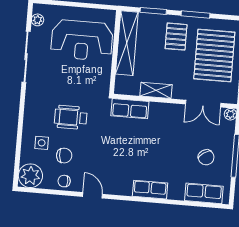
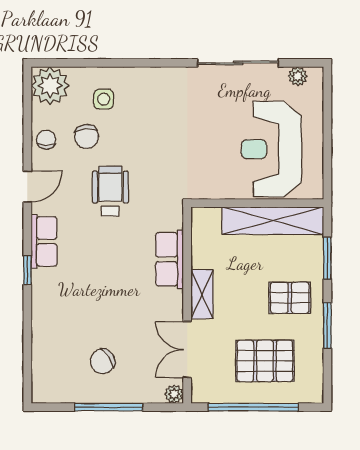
pallet: (214, 56) -> (265, 361), width x0.73, depth x0.71
shelving: (156, 90) -> (202, 294), moved
row of seats: (130, 109) -> (170, 259), moved
wheelchair: (71, 117) -> (110, 191), moved
row of seats: (150, 190) -> (44, 241), moved
row of seats: (204, 193) -> (45, 363), removed
window: (145, 200) -> (27, 270), added

